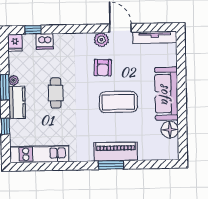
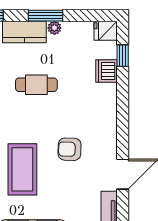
plant: (101, 40) -> (107, 148), removed

